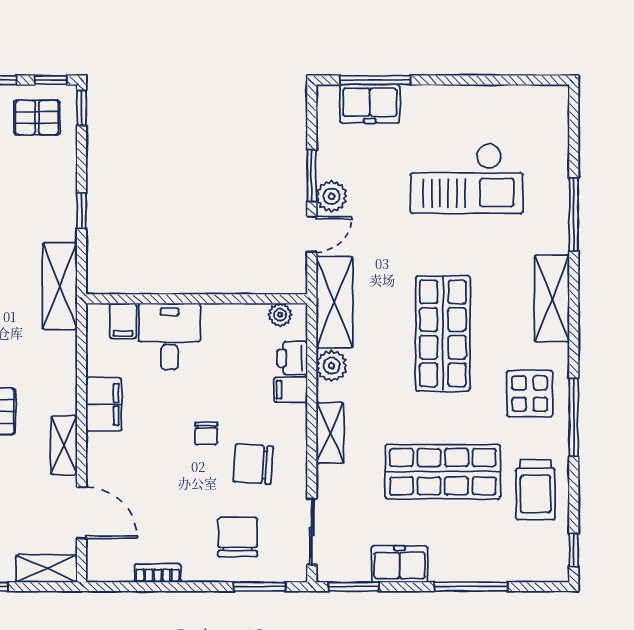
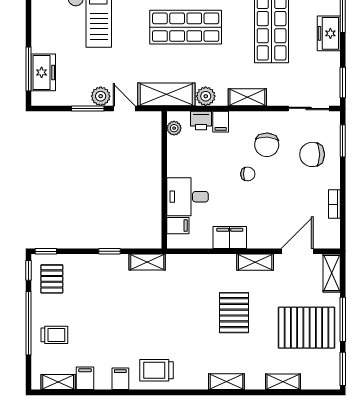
shelving: (60, 286) -> (147, 262), width x0.67, depth x0.75
freezer: (400, 564) -> (329, 33), moved

